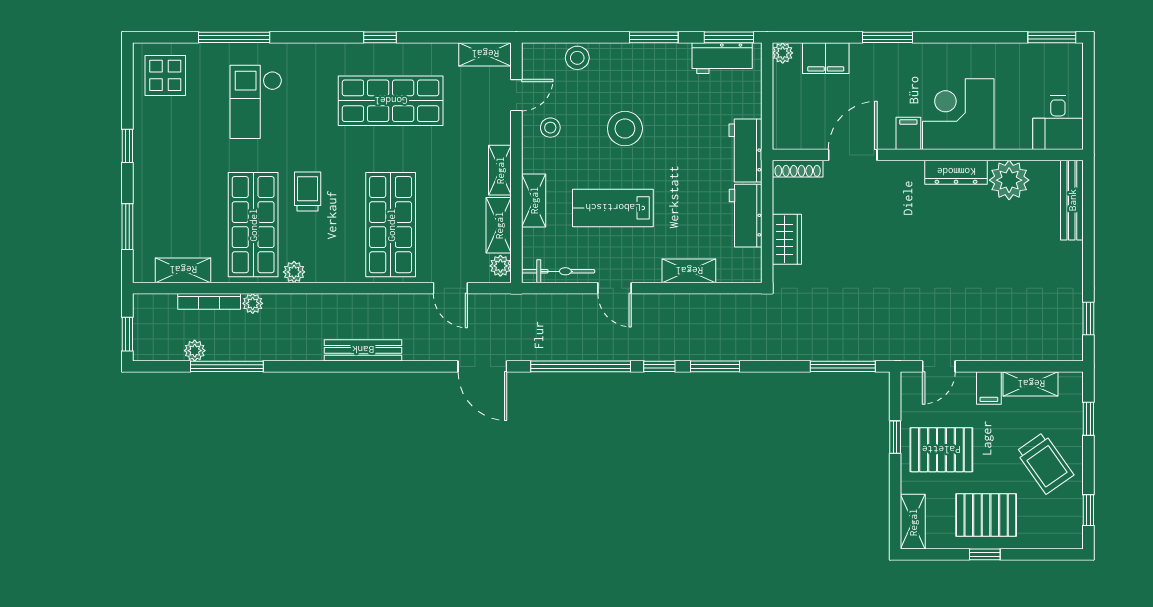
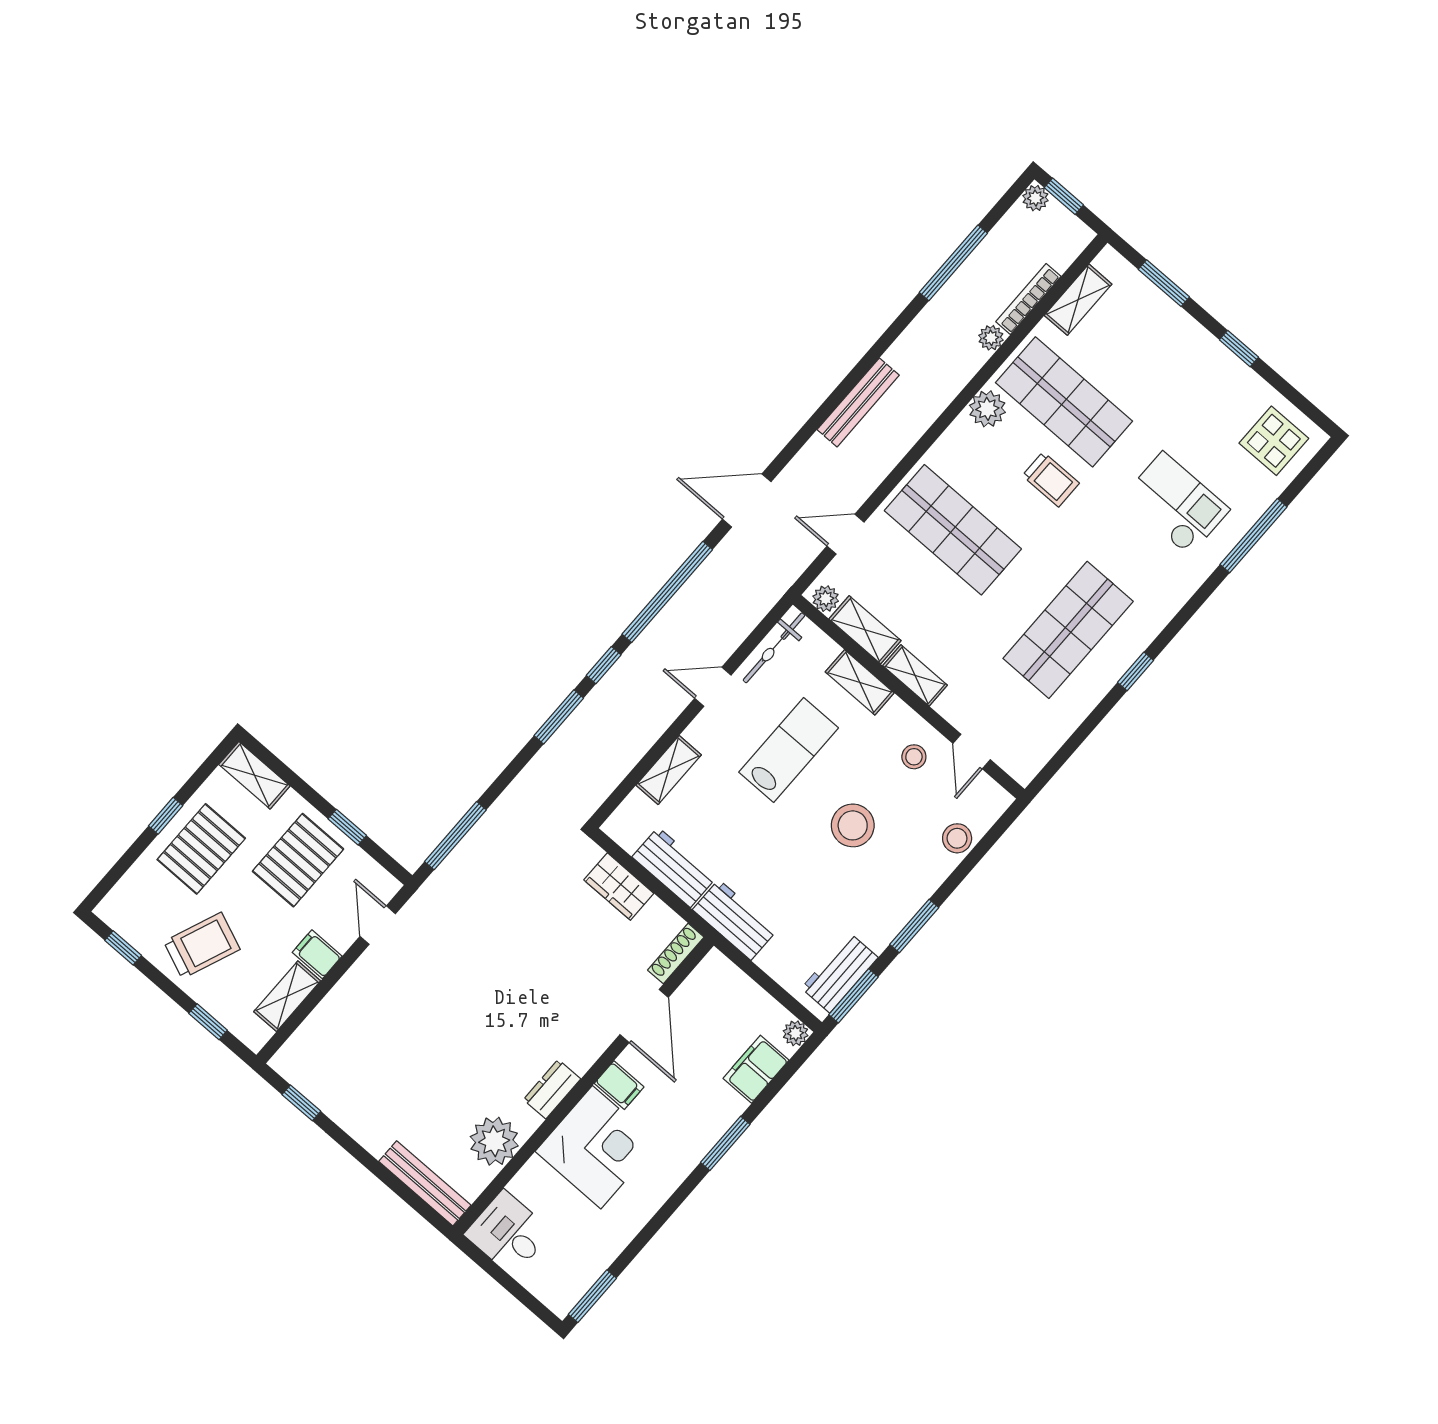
shelving: (485, 54) -> (1035, 755), removed
dresser: (956, 172) -> (552, 1089), width x0.70
plant: (294, 272) -> (987, 409), width x1.38, depth x1.38
plant: (195, 351) -> (1035, 198), moved
trolley: (1045, 463) -> (202, 945), turned 147

